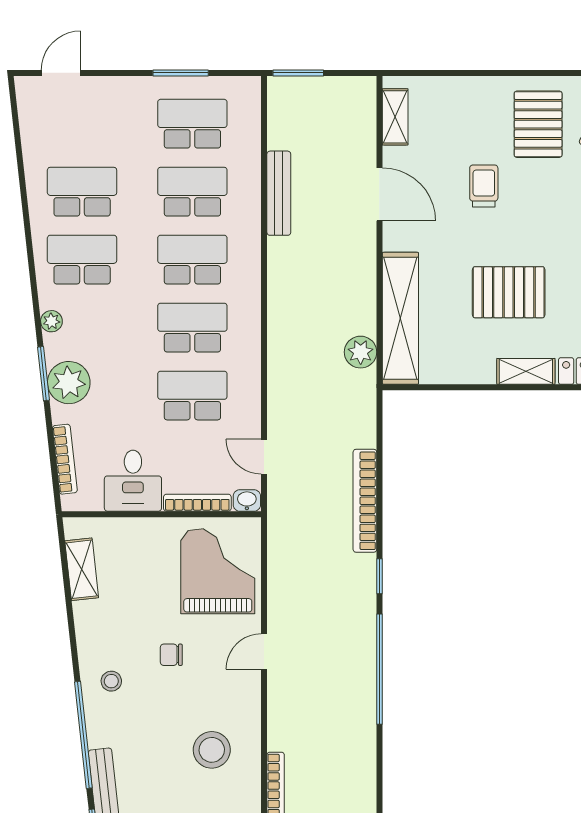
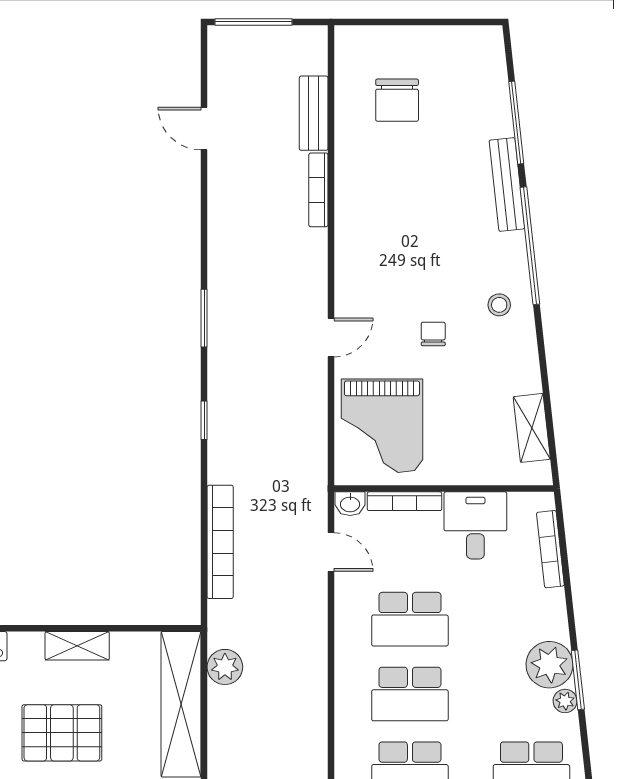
shelving: (526, 371) -> (77, 646), moved
window: (44, 374) -> (578, 680), moved
plant: (69, 383) -> (549, 665), moved
bookcase: (365, 501) -> (220, 542), moved
chair: (171, 655) -> (433, 334), turned -90
window: (379, 669) -> (204, 318), width x0.47
stool: (212, 750) -> (389, 229), removed

